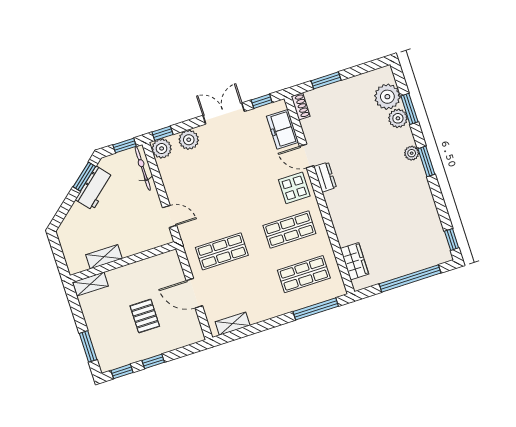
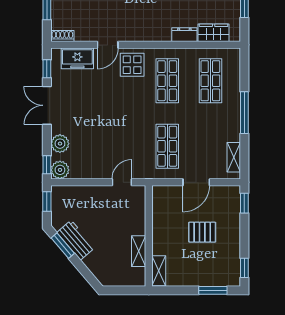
bicycle: (143, 168) -> (72, 192), removed
dresser: (325, 177) -> (184, 35), moved
window: (316, 309) -> (244, 113), moved
window: (153, 361) -> (244, 203), moved

